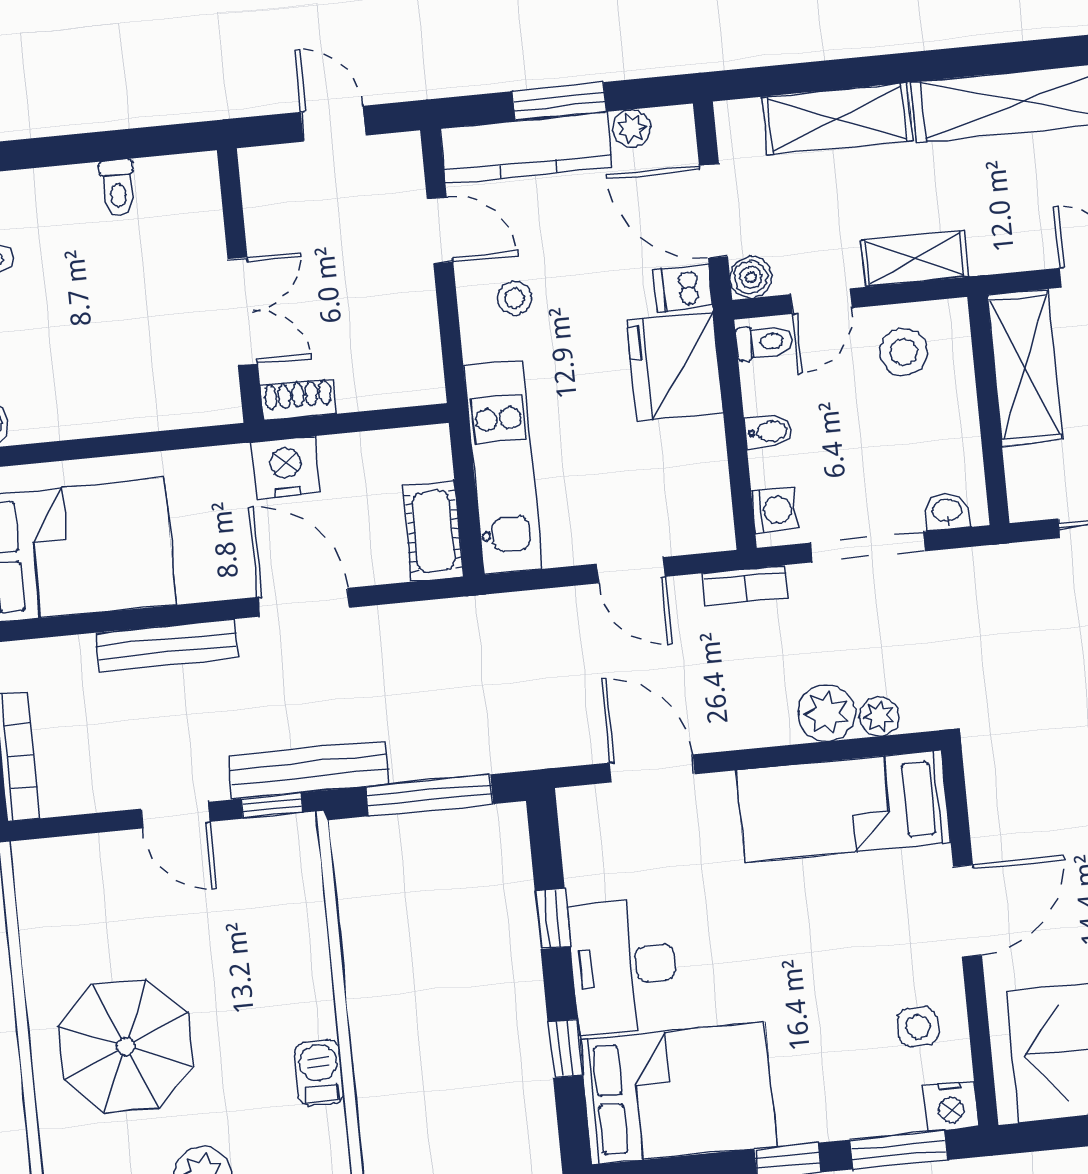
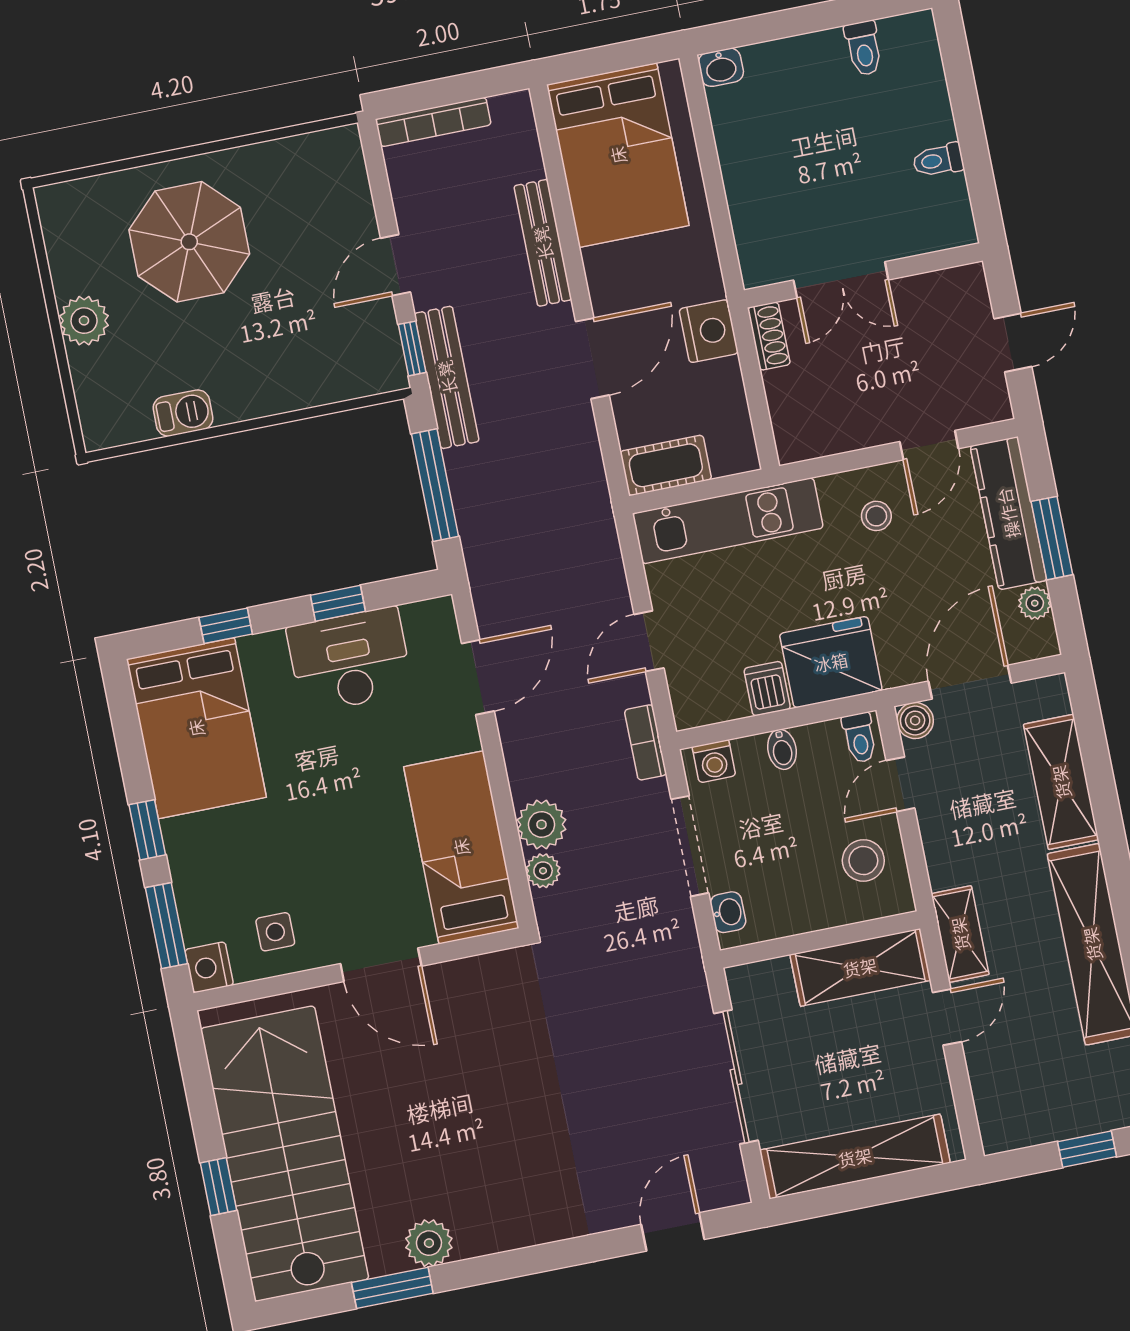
shelving: (915, 259) -> (960, 934), moved
dishwasher: (683, 288) -> (767, 689), moved
door: (822, 301) -> (900, 784), hinge flipped
desk: (624, 966) -> (350, 660), moved

